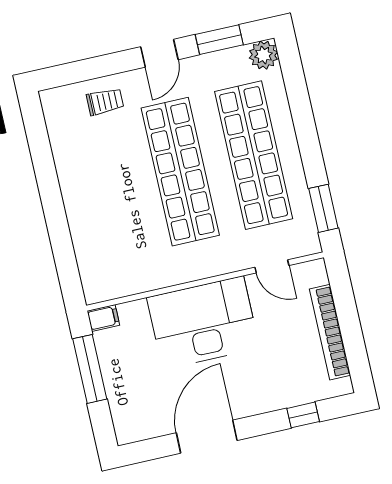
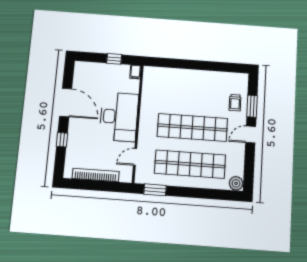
window: (219, 40) -> (252, 106), moved
door: (159, 53) -> (251, 134), hinge flipped
window: (90, 369) -> (114, 59), width x0.46
window: (303, 415) -> (62, 140), moved

